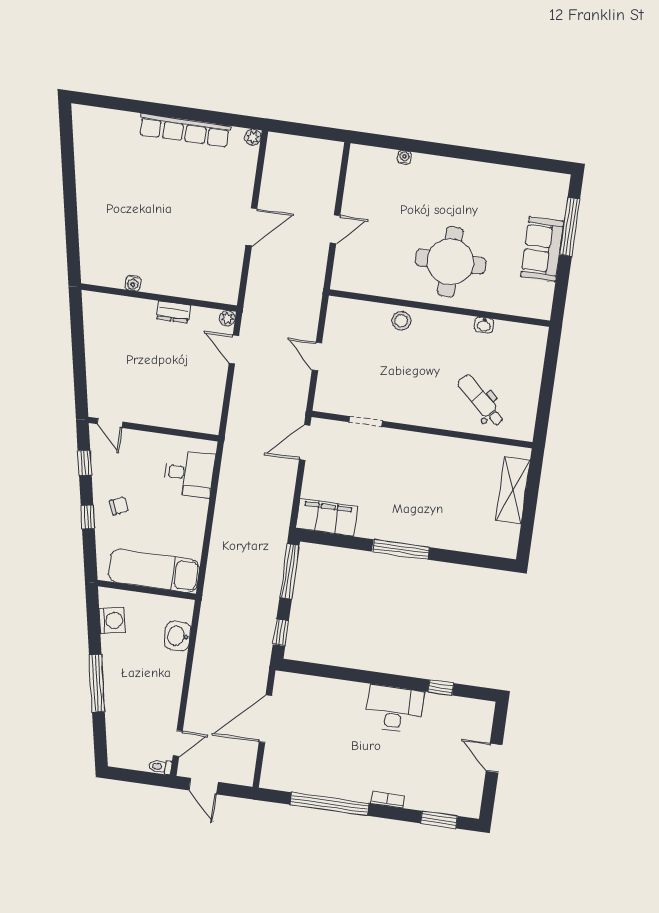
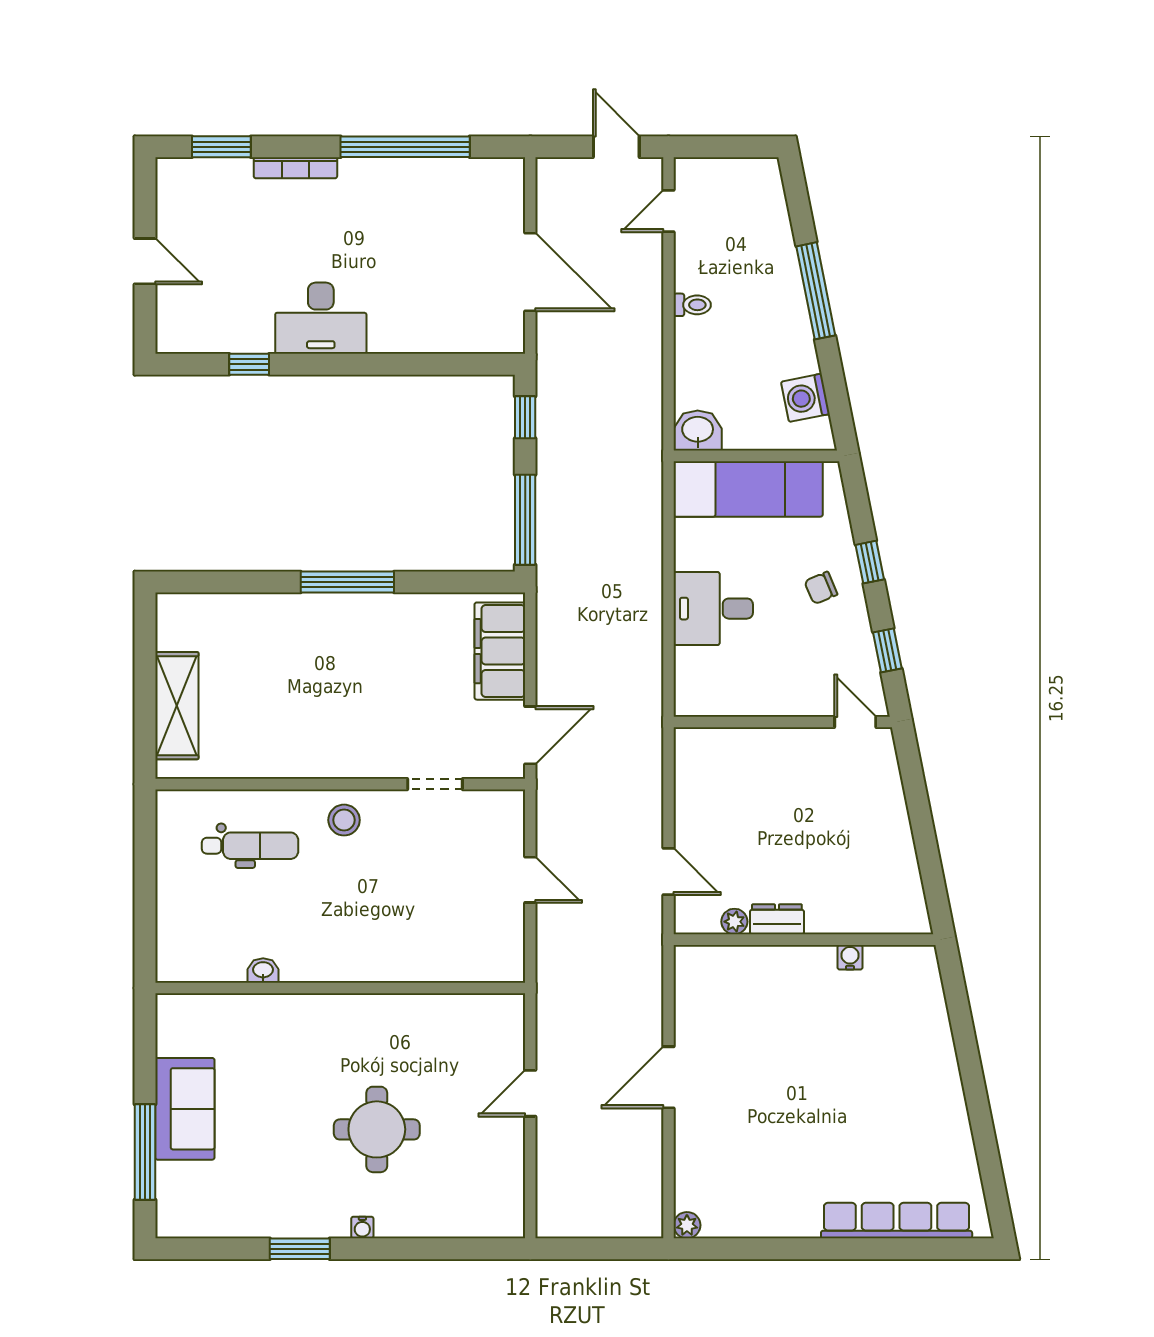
row of seats: (185, 130) -> (897, 1221), moved
window: (486, 156) -> (300, 1249), added
water cooler: (404, 157) -> (362, 1227), moved
round table: (450, 262) -> (377, 1129), moved, width x0.73, depth x0.73
plant: (227, 318) -> (734, 922), moved
stool: (401, 321) -> (344, 820), moved
dental chair: (481, 400) -> (250, 846), turned -42
desk: (189, 474) -> (713, 609), moved
filing cabinet: (327, 517) -> (500, 651), moved, turned 90
washbasin: (178, 636) -> (698, 430), moved, turned -90
door: (265, 719) -> (530, 272), hinge flipped
toilet: (160, 767) -> (692, 305), moved
bookcase: (388, 800) -> (295, 168), width x1.56

